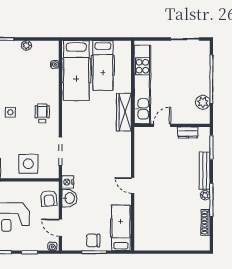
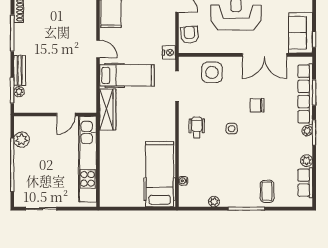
hospital bed: (103, 65) -> (127, 75), moved, turned 90
wardrobe: (124, 112) -> (108, 109), moved
wheelchair: (42, 113) -> (197, 127), turned 180
dresser: (188, 133) -> (38, 107), removed
bench: (205, 171) -> (20, 70), width x0.73
plant: (205, 195) -> (19, 92), moved
washbasin: (69, 198) -> (167, 35), removed

